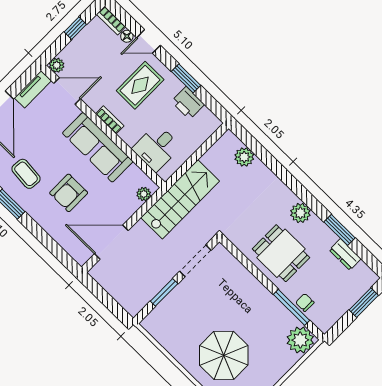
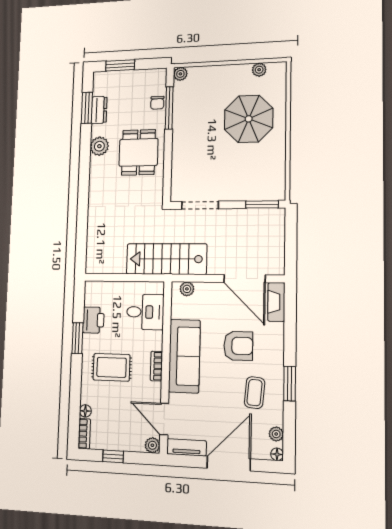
door: (148, 41) -> (75, 391), removed
plant: (244, 157) -> (95, 243), removed
plant: (300, 213) -> (99, 146), moved
window: (340, 230) -> (87, 108), moved
fireplace: (74, 249) -> (276, 302), added
window: (164, 292) -> (262, 204), moved
plant: (300, 340) -> (180, 74), width x0.53, depth x0.53

